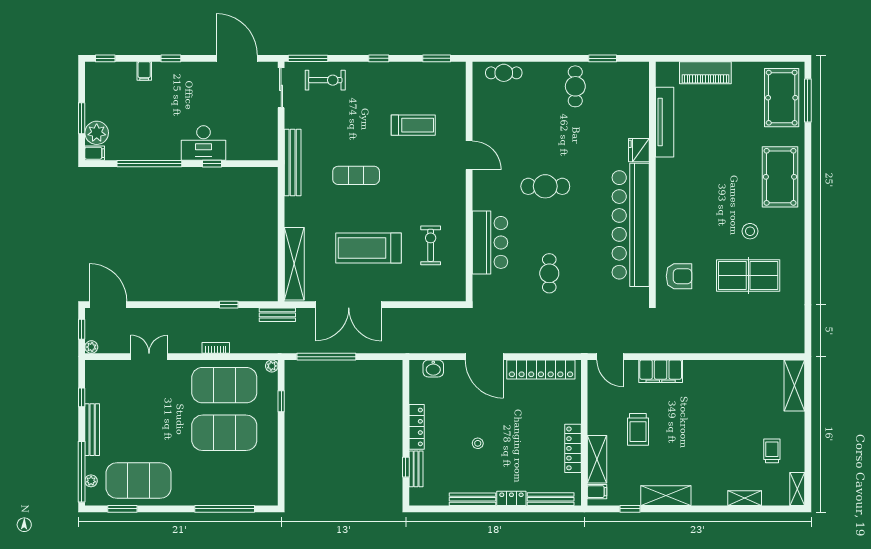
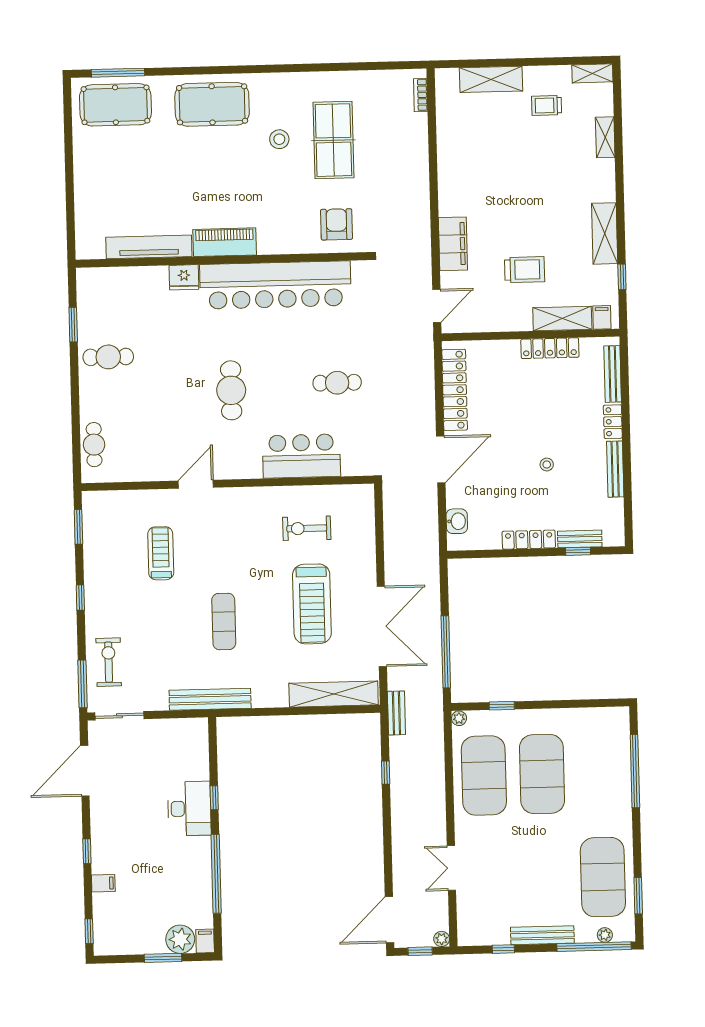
piano: (705, 73) -> (225, 242), moved, turned -90
bookcase: (216, 348) -> (421, 95), moved
shelving: (794, 385) -> (491, 79), moved

